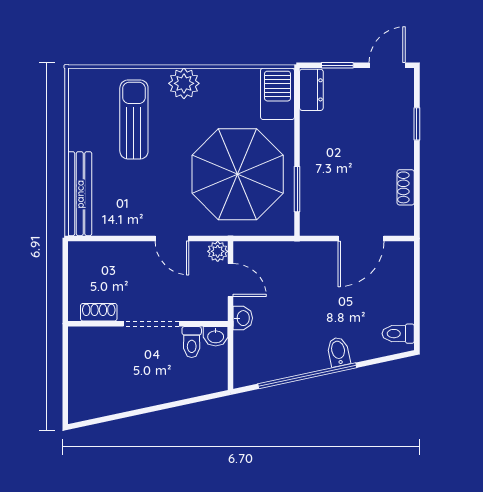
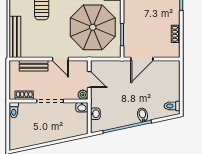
door: (361, 238) -> (142, 59), moved
plant: (218, 251) -> (83, 95), moved
bench: (118, 252) -> (34, 66), added
washbasin: (243, 318) -> (95, 114), moved
toilet: (192, 342) -> (14, 110), moved

